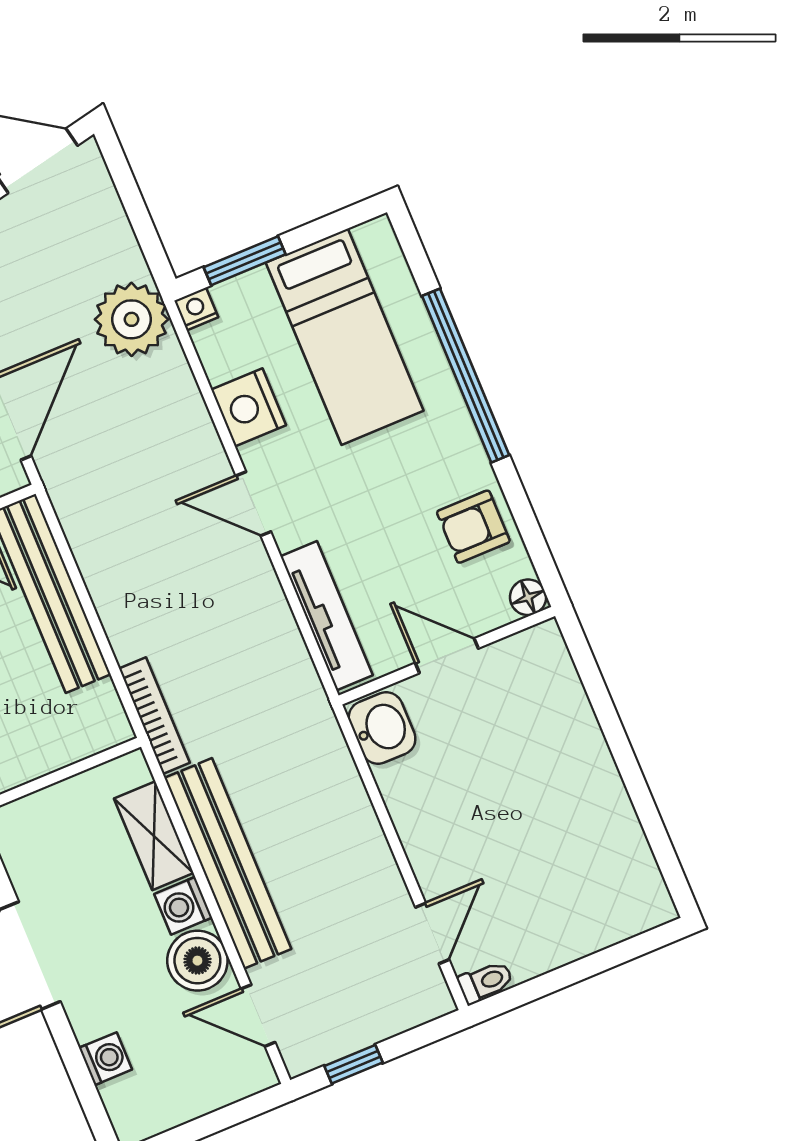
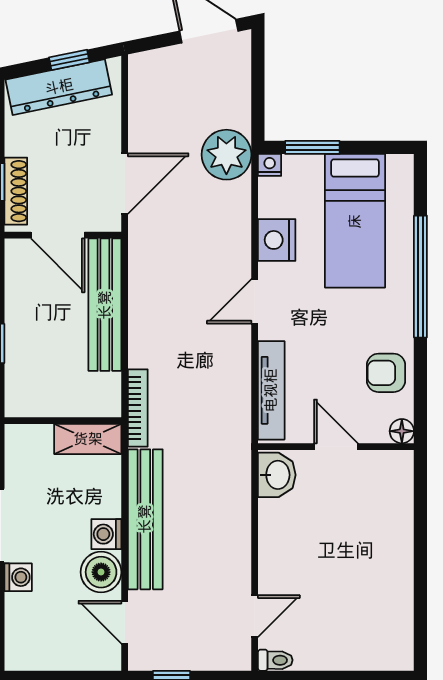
door: (253, 504) -> (255, 301), hinge flipped
shelving: (154, 836) -> (88, 439), moved, turned 90
washing machine: (106, 1059) -> (18, 577), moved

